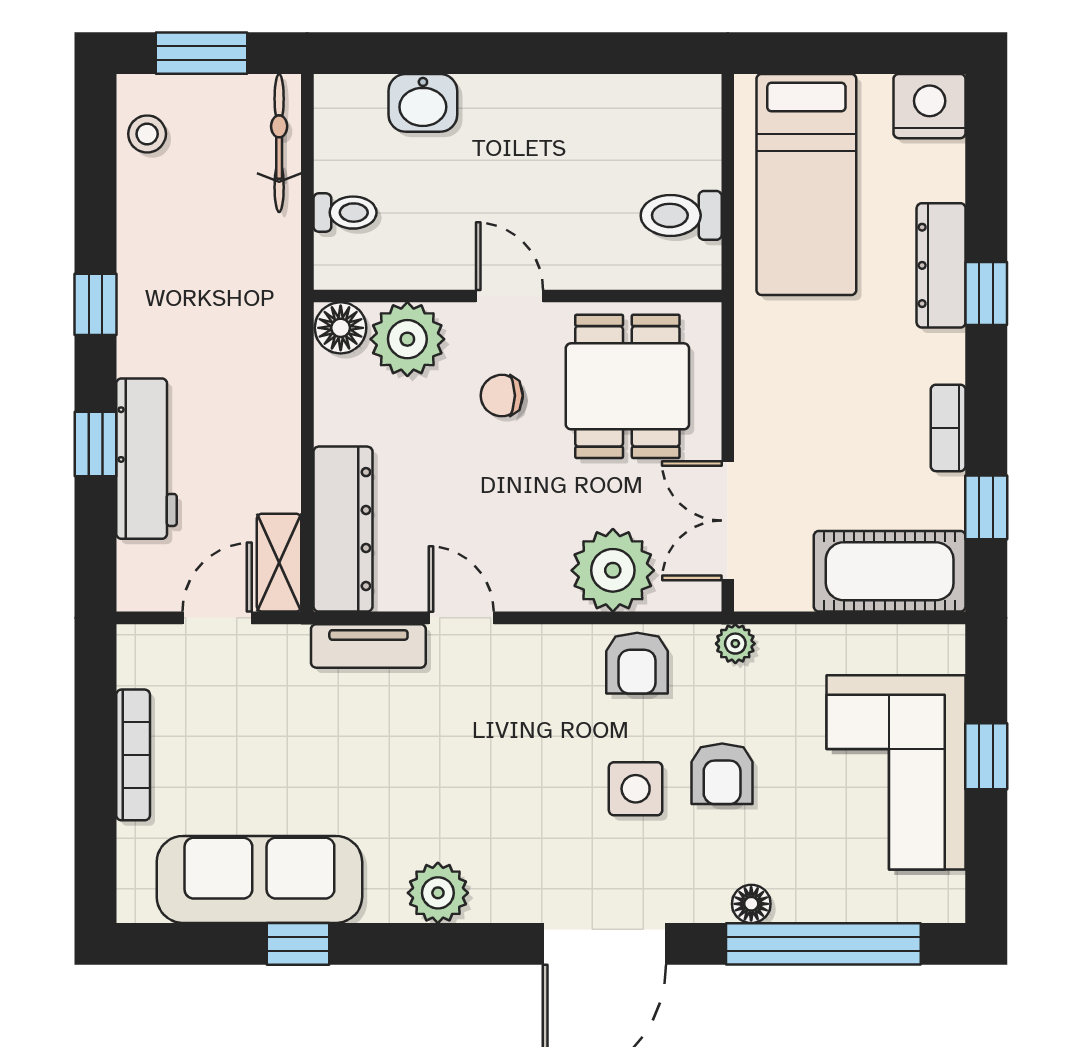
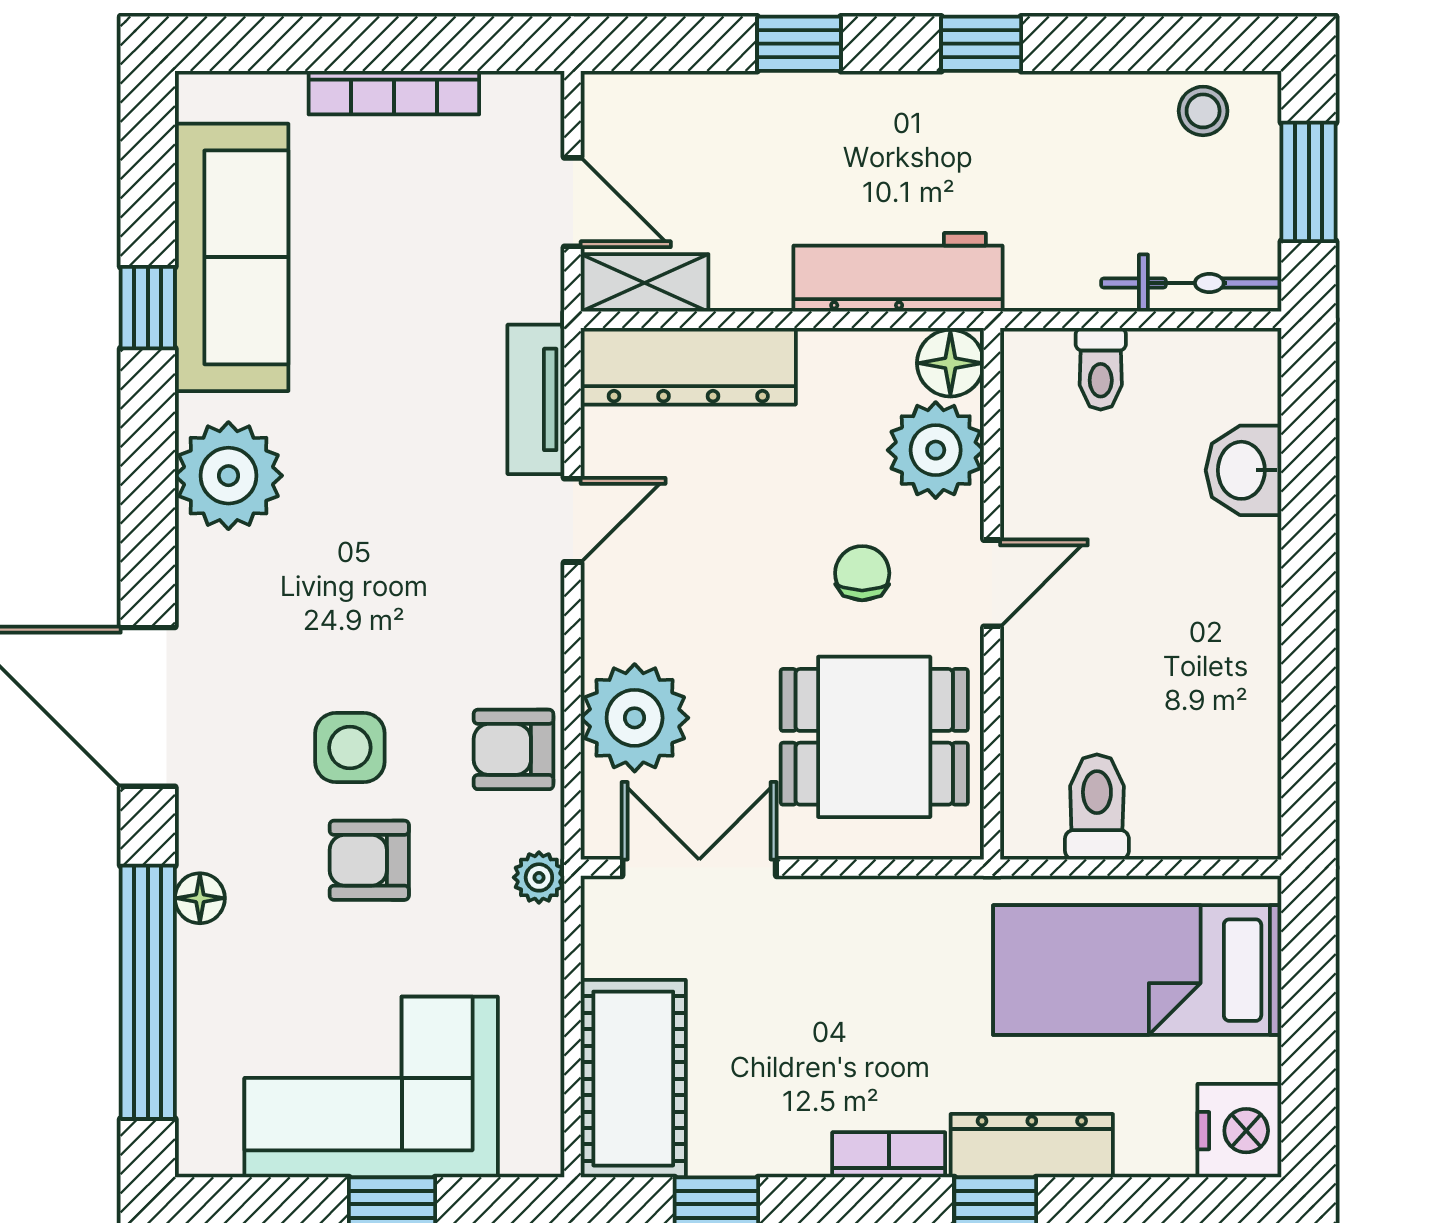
bookcase: (948, 428) -> (889, 1155), moved
workbench: (146, 459) -> (898, 272), moved, turned 180
plant: (438, 893) -> (228, 476), width x1.36, depth x1.36

